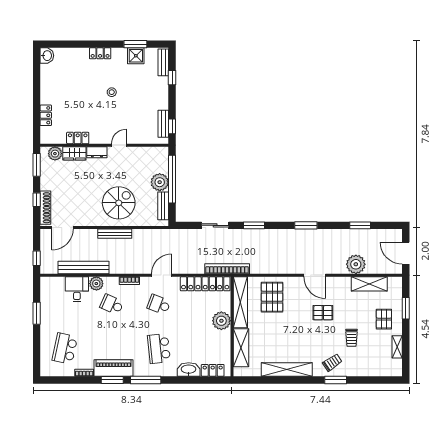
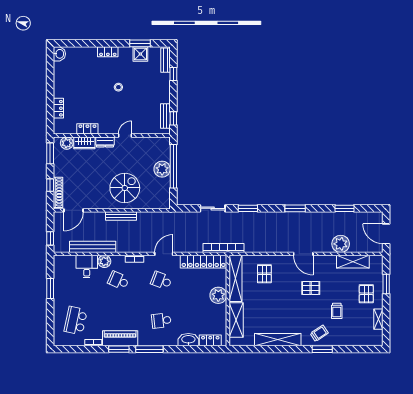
bench: (163, 206) -> (165, 191), removed
pallet: (272, 297) -> (264, 274), width x0.67, depth x0.71
school desk: (159, 349) -> (161, 321), width x0.54

